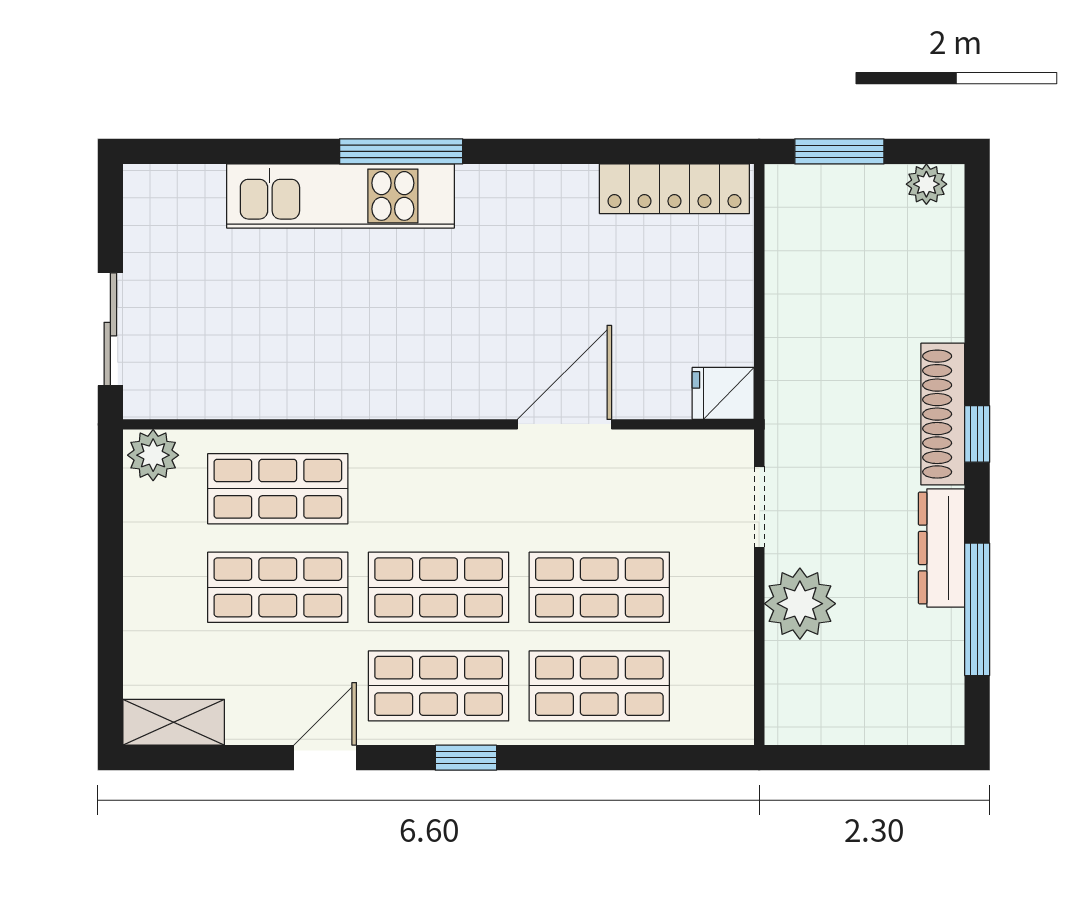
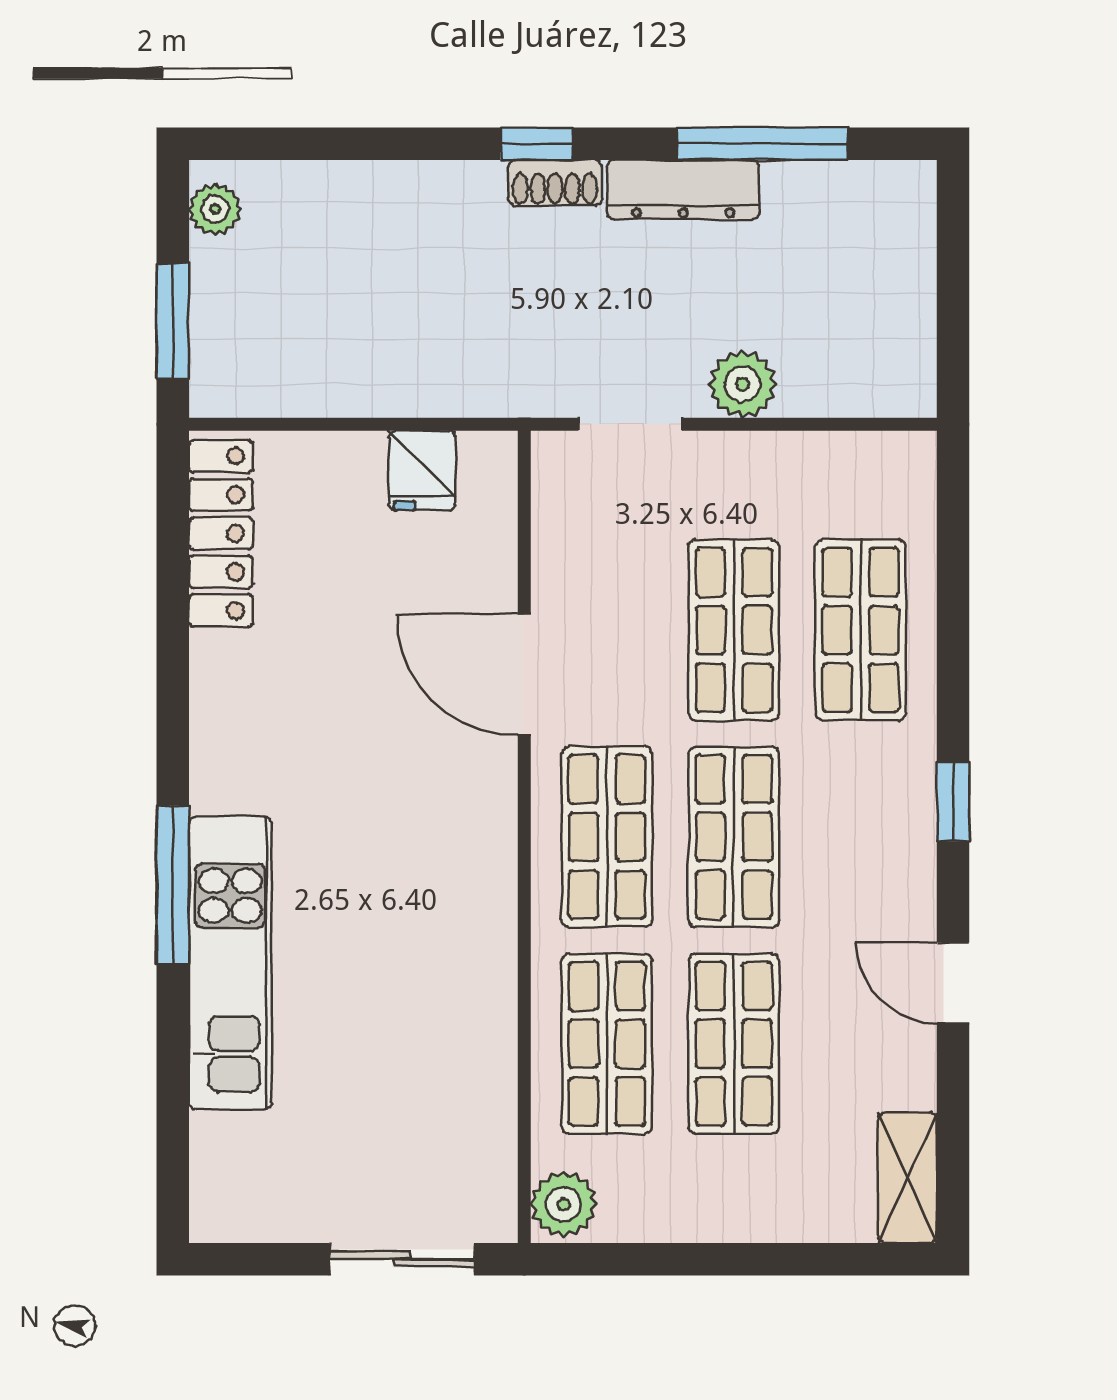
fridge: (723, 393) -> (422, 471), moved
shoe rack: (943, 414) -> (555, 183), width x0.51, depth x0.81
plant: (800, 604) -> (742, 384), width x0.73, depth x0.73
shop shelf: (439, 686) -> (607, 837), moved

